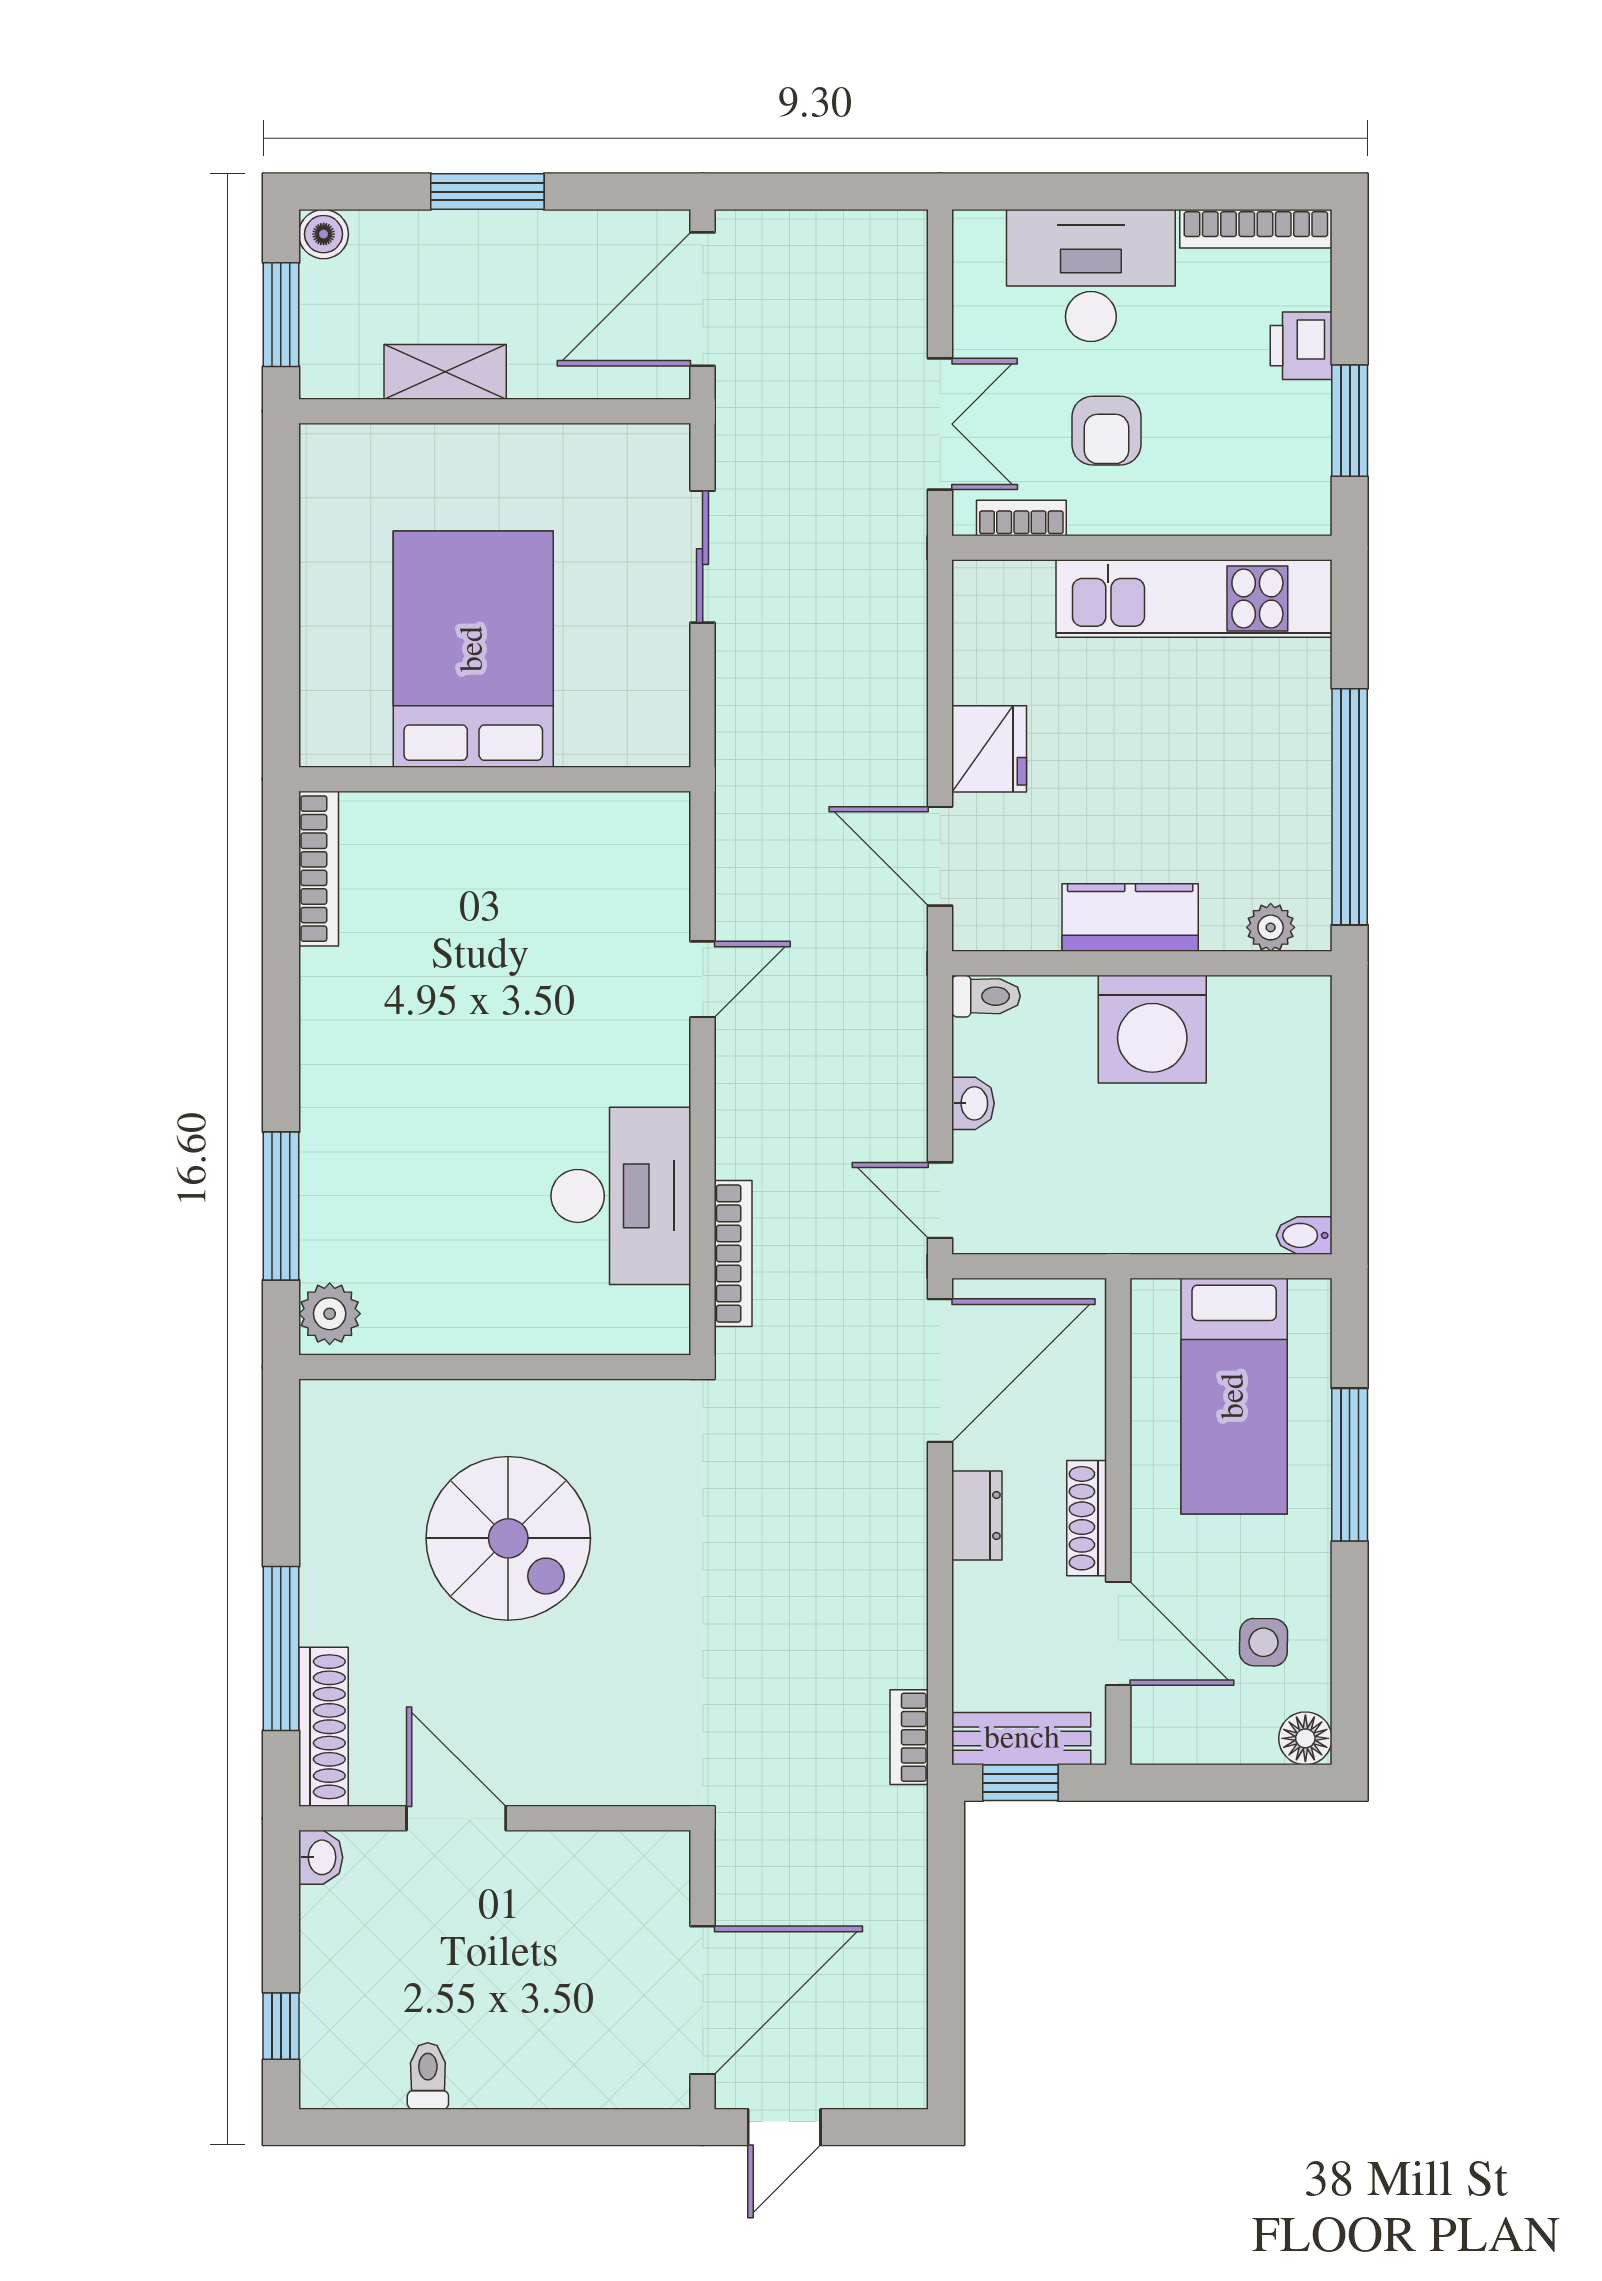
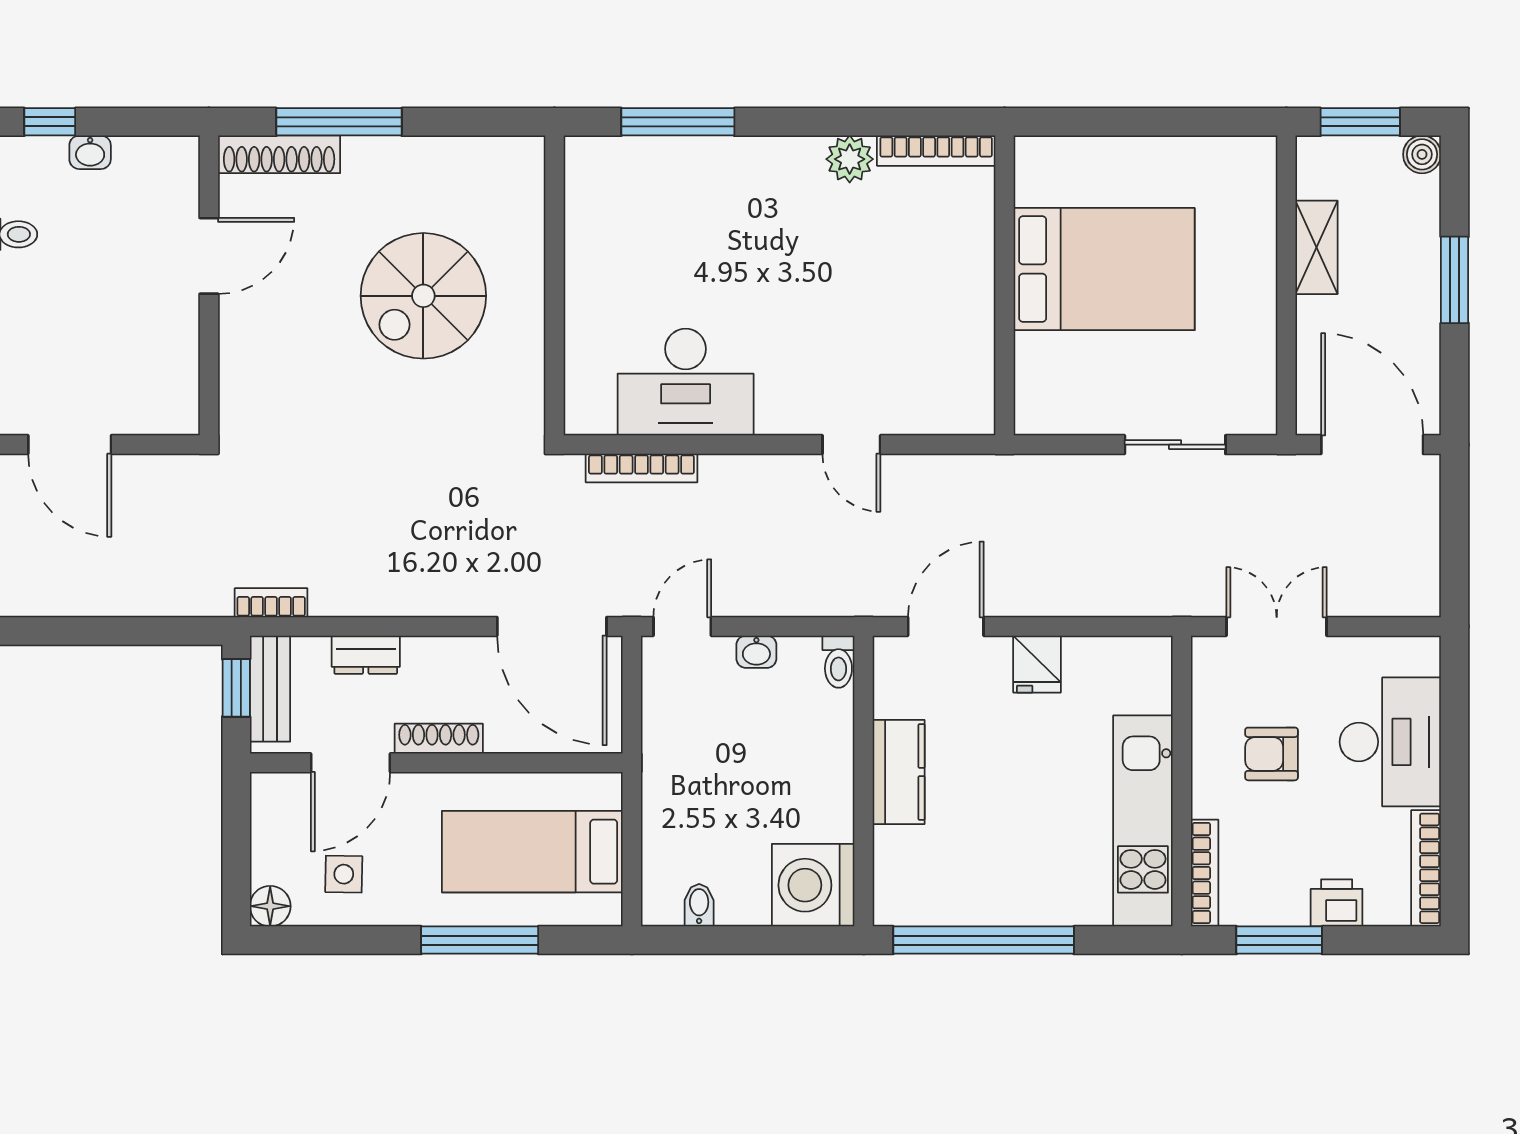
double door: (940, 424) -> (1277, 626), swing flipped
bookcase: (1021, 518) -> (1205, 873), moved, width x1.56
fridge: (989, 749) -> (1037, 664), width x0.72
plant: (1271, 927) -> (891, 880), removed
washing machine: (1152, 1029) -> (813, 885), moved
bidet: (1304, 1235) -> (699, 905), moved
plant: (330, 1314) -> (850, 159), moved
dresser: (977, 1515) -> (366, 655), moved
washbasin: (321, 1857) -> (90, 152), moved
door: (703, 2000) -> (70, 445), width x0.73

